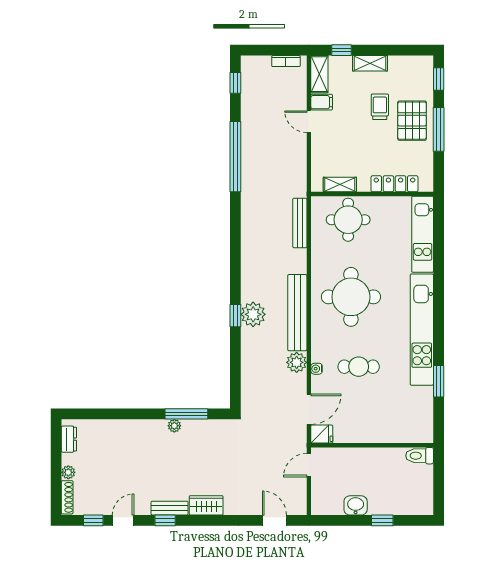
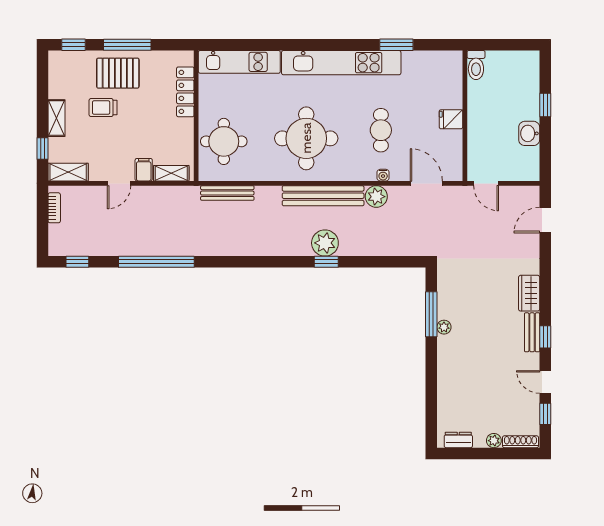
filing cabinet: (322, 102) -> (144, 170), moved
shelving: (340, 184) -> (171, 173), moved, turned 90
fridge: (322, 434) -> (451, 119), moved, turned -90

